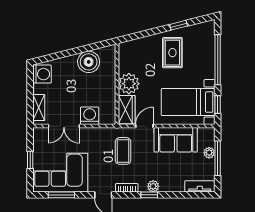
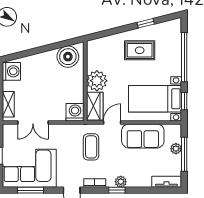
rug: (172, 53) -> (140, 50), turned 90
boiler: (89, 62) -> (68, 57), moved
washing machine: (90, 116) -> (75, 112), moved

